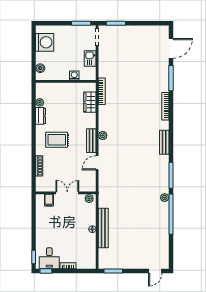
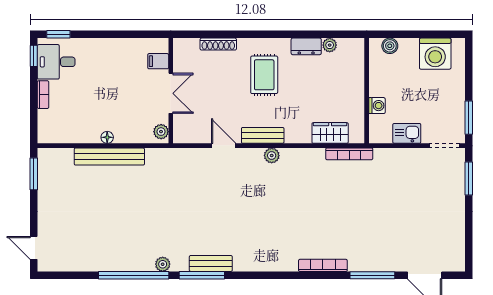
bench: (164, 142) -> (211, 263), moved

